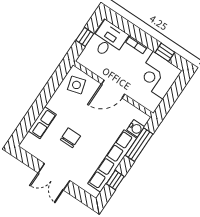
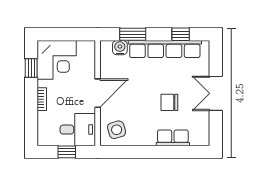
desk: (108, 40) -> (78, 130), moved, turned 180
door: (113, 89) -> (98, 93), hinge flipped
window: (139, 145) -> (133, 34), width x0.69
double door: (54, 177) -> (216, 93), swing flipped

